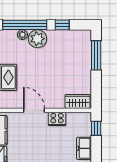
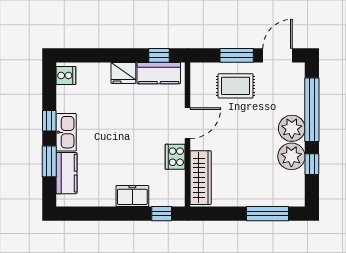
plant: (22, 35) -> (291, 156), moved, width x1.87, depth x1.87
wardrobe: (78, 101) -> (201, 178), width x1.50

